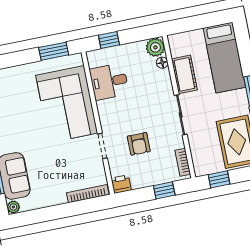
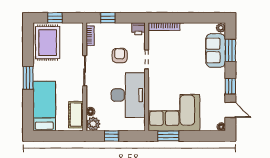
window: (109, 40) -> (111, 136), moved
cot: (184, 74) -> (76, 115), moved
desk: (109, 82) -> (128, 95), width x1.87, depth x1.30
corner sofa: (67, 104) -> (174, 113), moved, turned -90
window: (219, 179) -> (55, 18), moved

